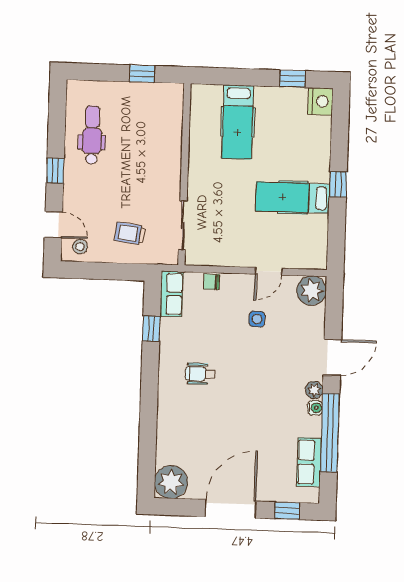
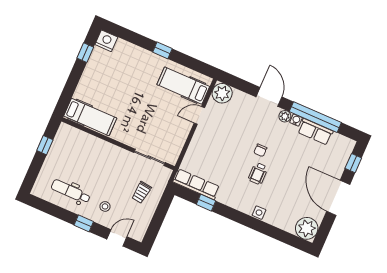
hospital bed: (238, 122) -> (90, 117), moved
hospital bed: (293, 198) -> (183, 86), moved, turned 90
stool: (80, 247) -> (105, 206), moved
door: (268, 271) -> (199, 115), swing flipped
chair: (211, 282) -> (260, 150), moved
row of seats: (172, 294) -> (196, 184), width x1.48
side table: (257, 319) -> (259, 213), moved
wheelchair: (200, 374) -> (258, 173), moved
row of seats: (309, 462) -> (315, 132), moved

